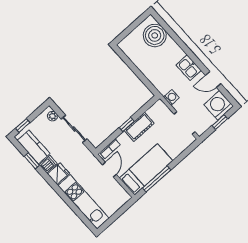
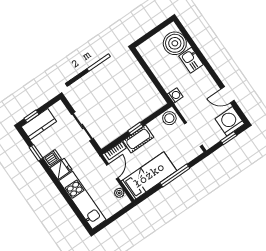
kitchen sink: (189, 68) -> (191, 60), moved
washing machine: (171, 97) -> (175, 95), moved
stool: (159, 110) -> (169, 118), added
plant: (52, 116) -> (119, 193), moved
cot: (139, 127) -> (138, 139), moved
kitchen counter: (34, 147) -> (39, 124), moved, turned 90
window: (157, 179) -> (175, 176), moved

